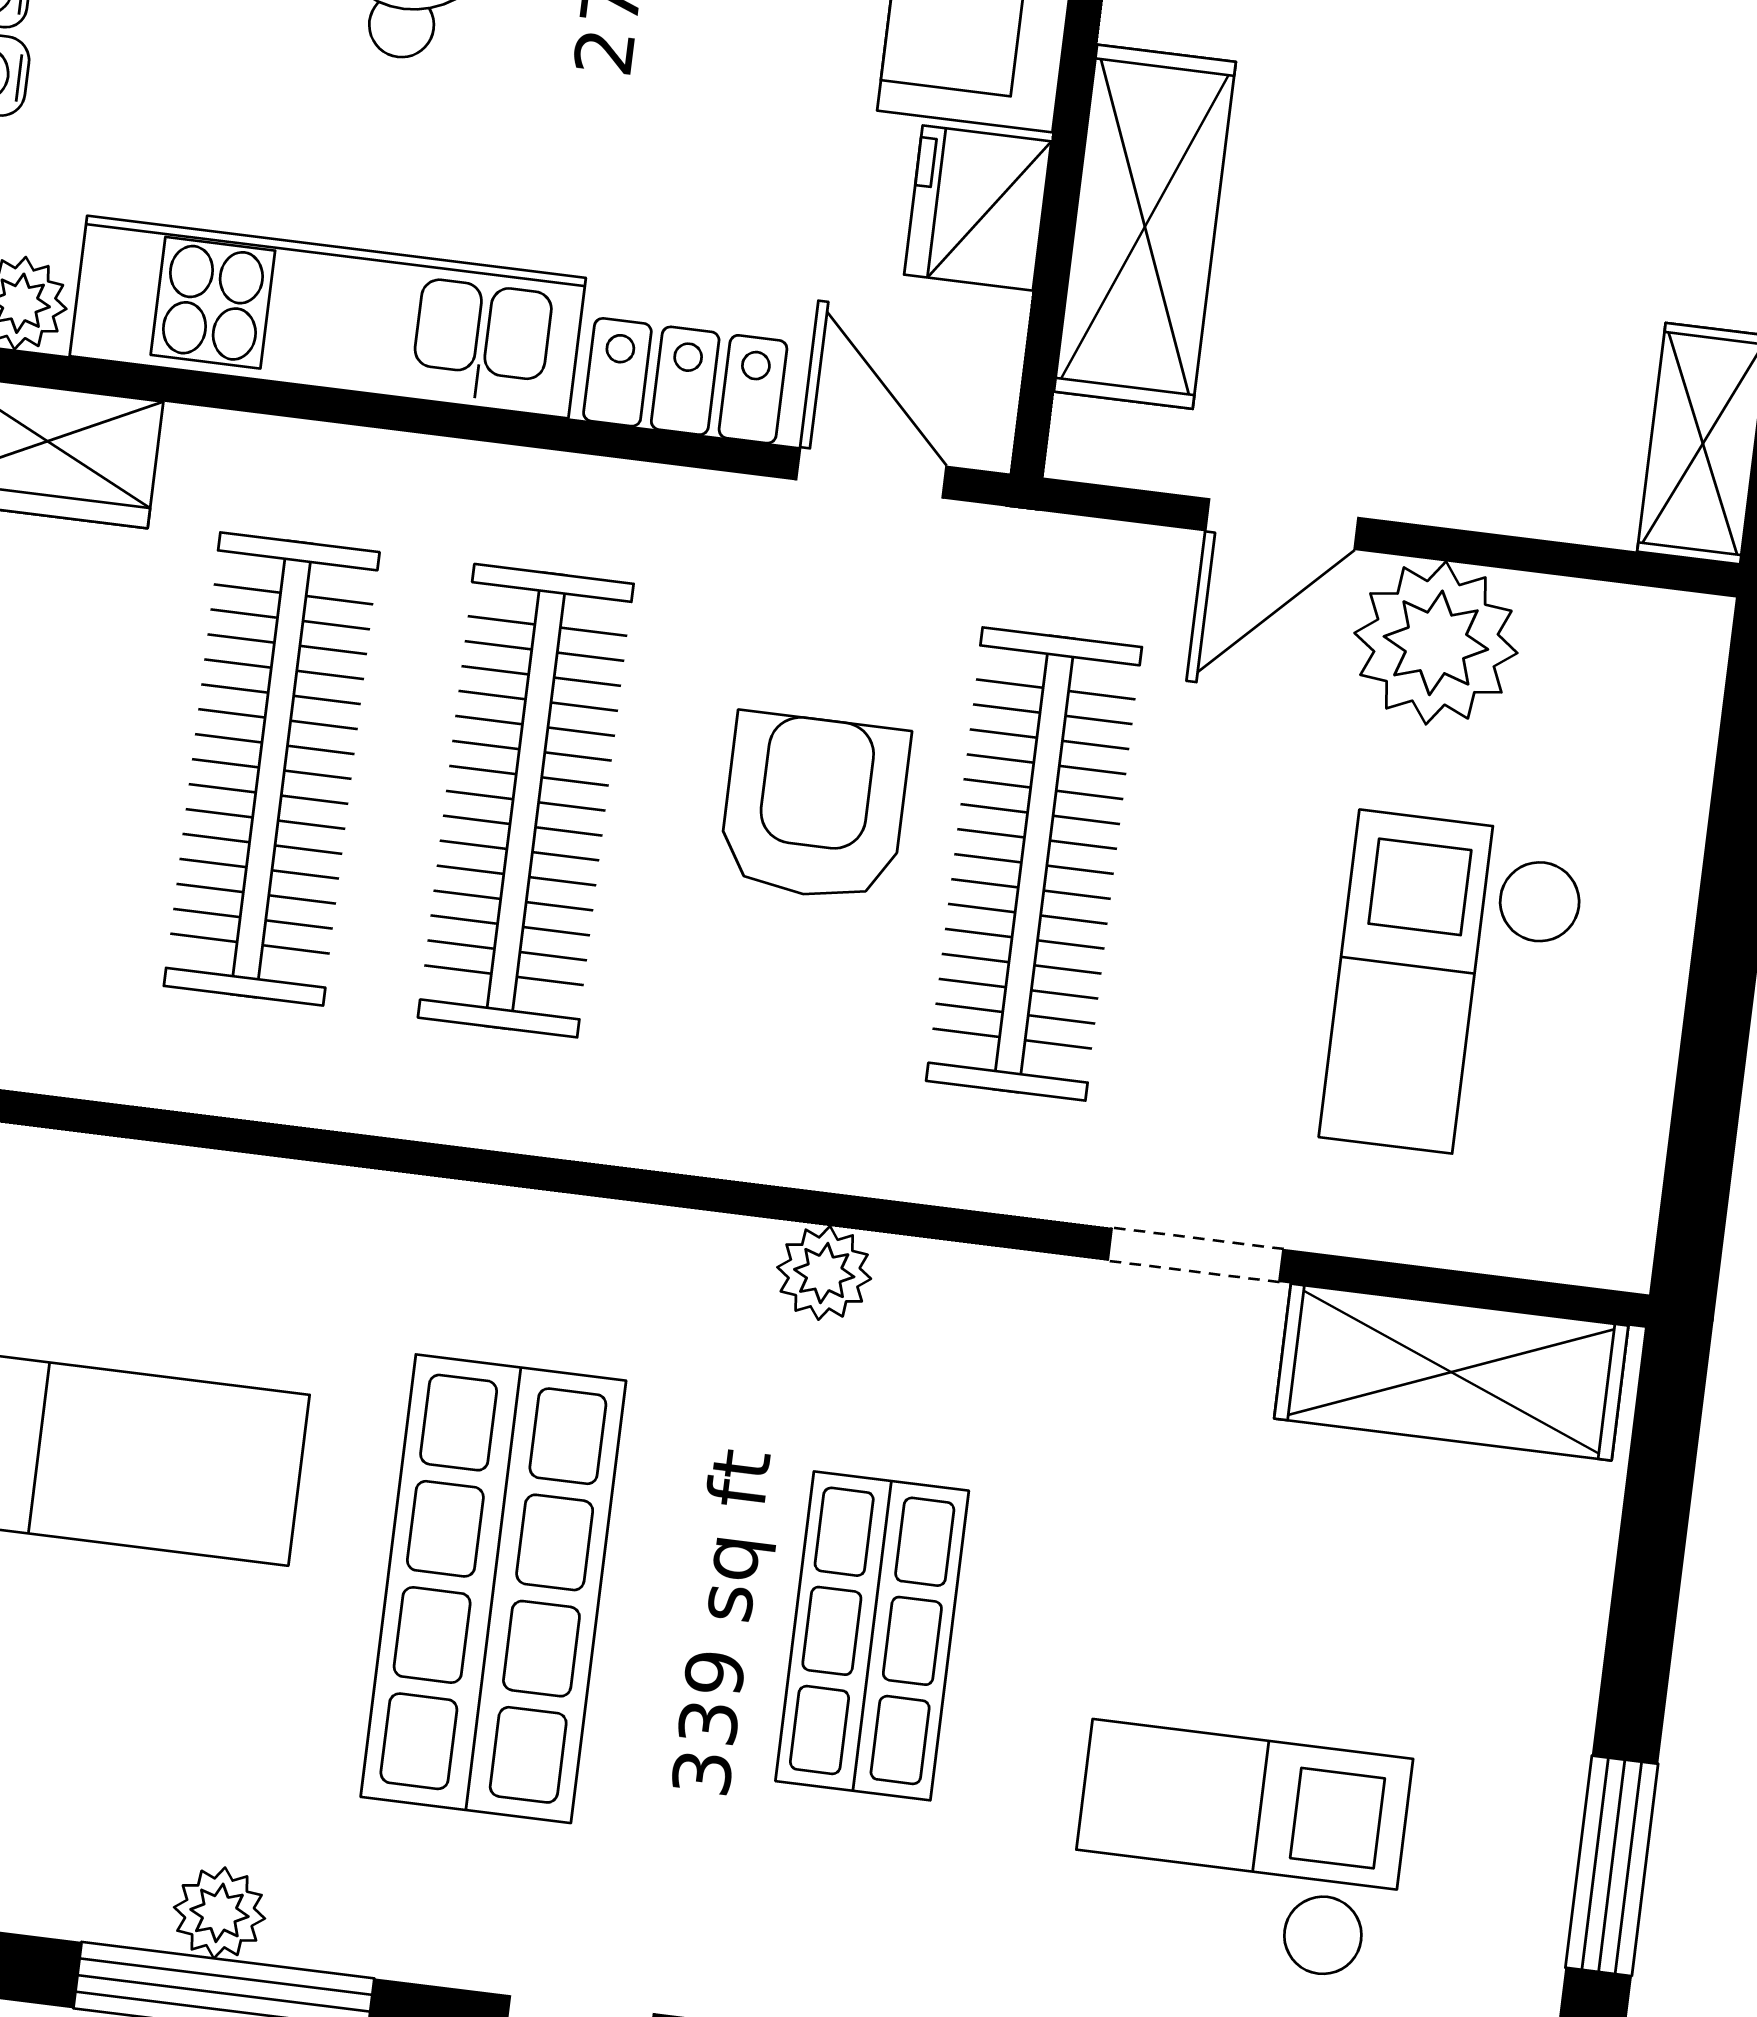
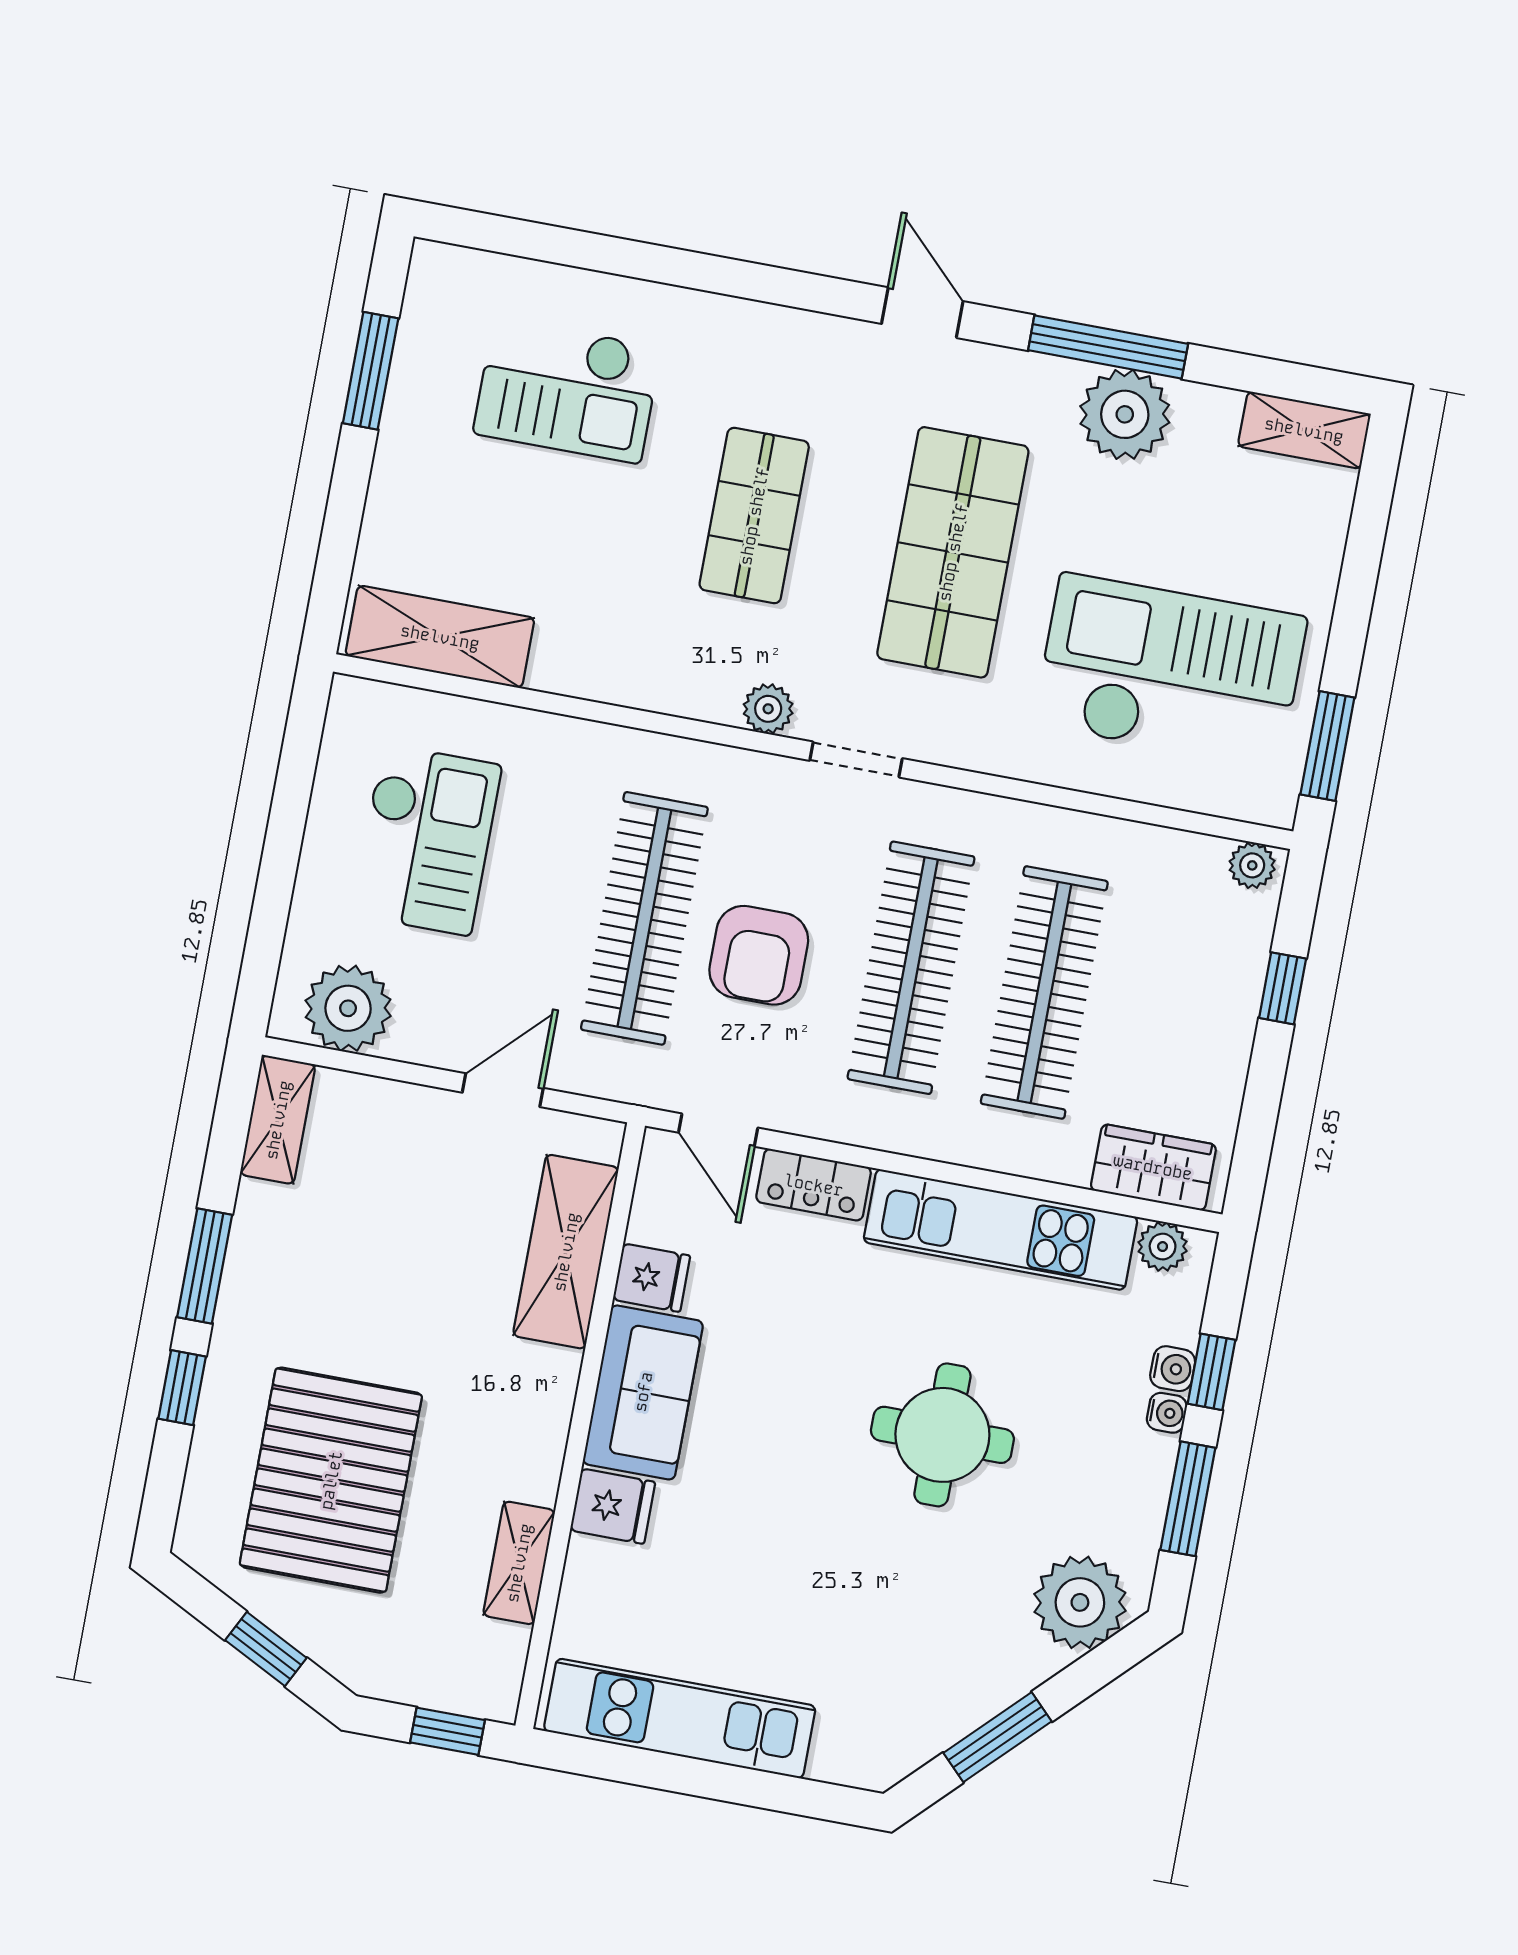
fridge: (978, 208) -> (652, 1278), width x0.72
plant: (1436, 643) -> (348, 1008), moved
doorway: (1196, 1255) -> (856, 759), moved
plant: (219, 1913) -> (1125, 414), width x1.88, depth x1.88

